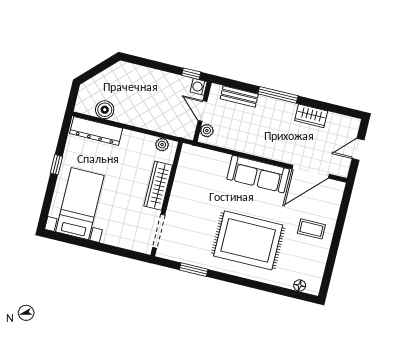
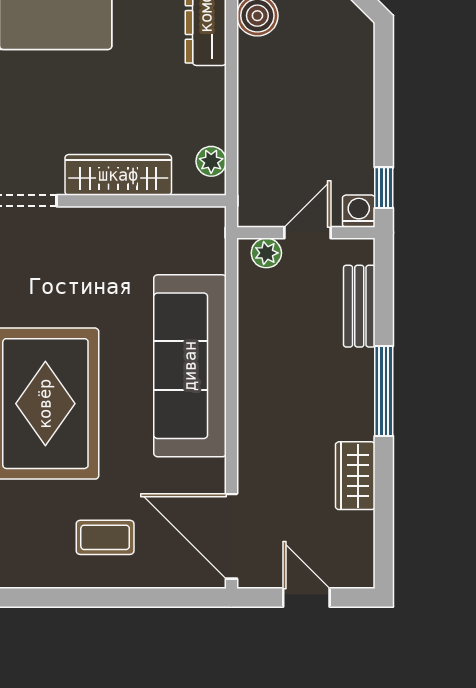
door: (311, 172) -> (231, 536), moved
sofa: (258, 174) -> (190, 366), width x1.36, depth x1.27
coffee table: (311, 229) -> (105, 537), turned 90

